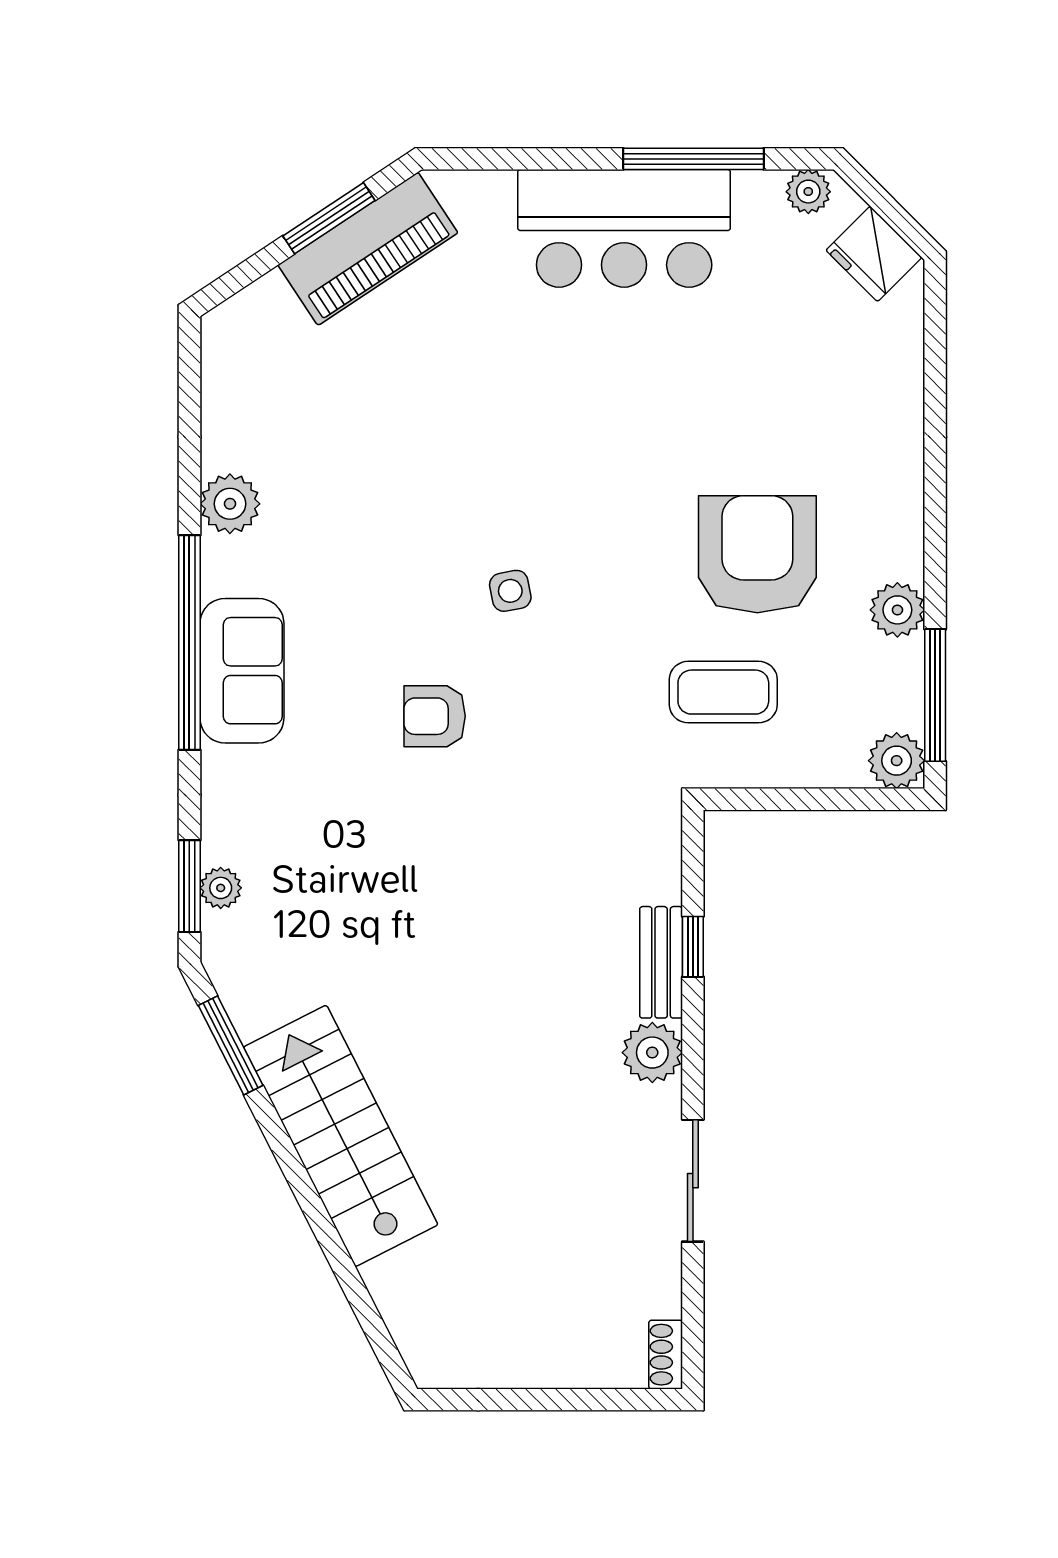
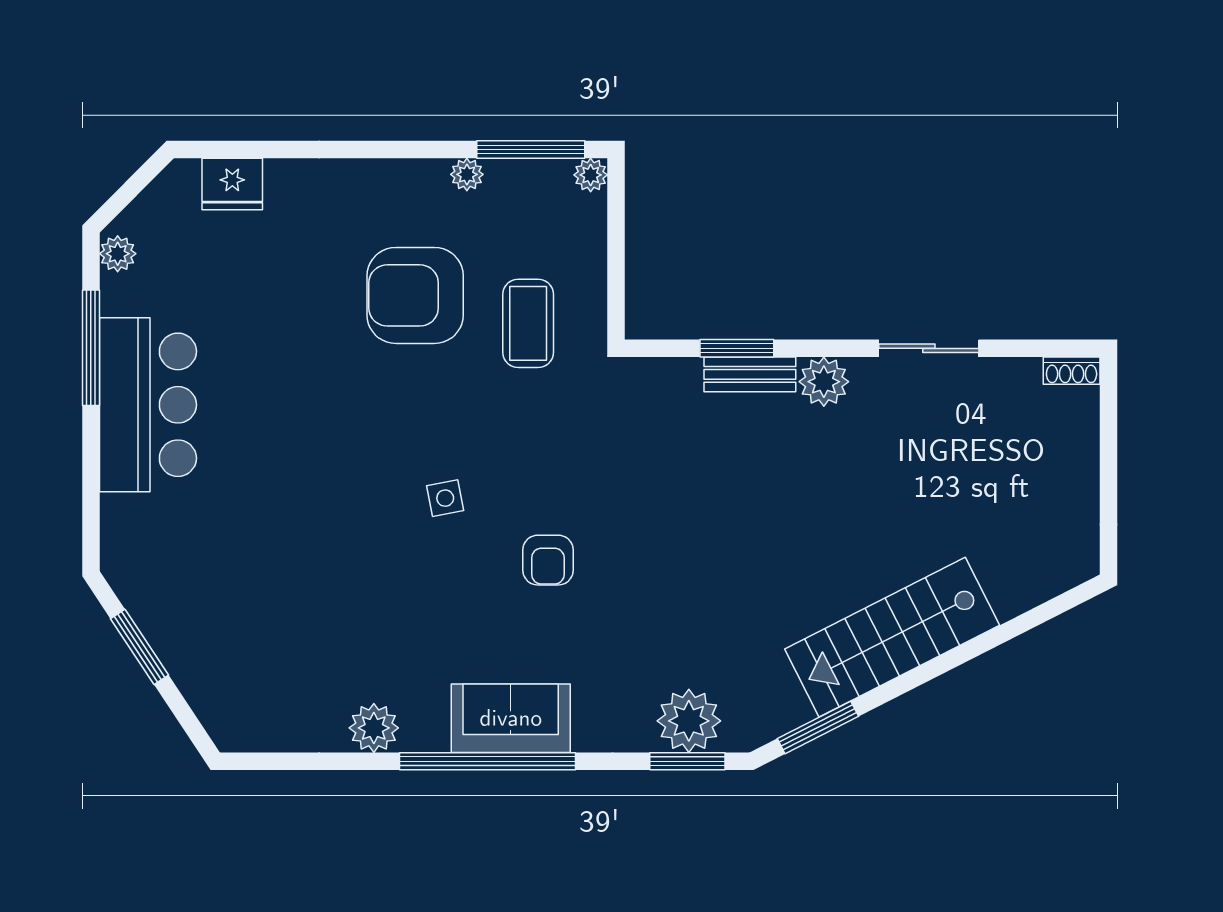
piano: (368, 249) -> (165, 615), removed
fridge: (874, 254) -> (232, 184), moved, turned 45
plant: (897, 610) -> (467, 174), width x0.73, depth x0.73
plant: (897, 761) -> (591, 175), width x0.73, depth x0.73
plant: (221, 888) -> (689, 721), width x1.87, depth x1.87
window: (693, 947) -> (737, 348), width x1.50

